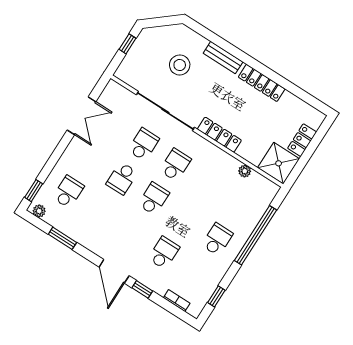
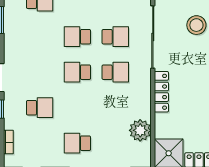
plant: (245, 171) -> (140, 130), width x1.88, depth x1.88
school desk: (154, 199) -> (77, 72), turned 180
school desk: (217, 239) -> (77, 143), turned 180

